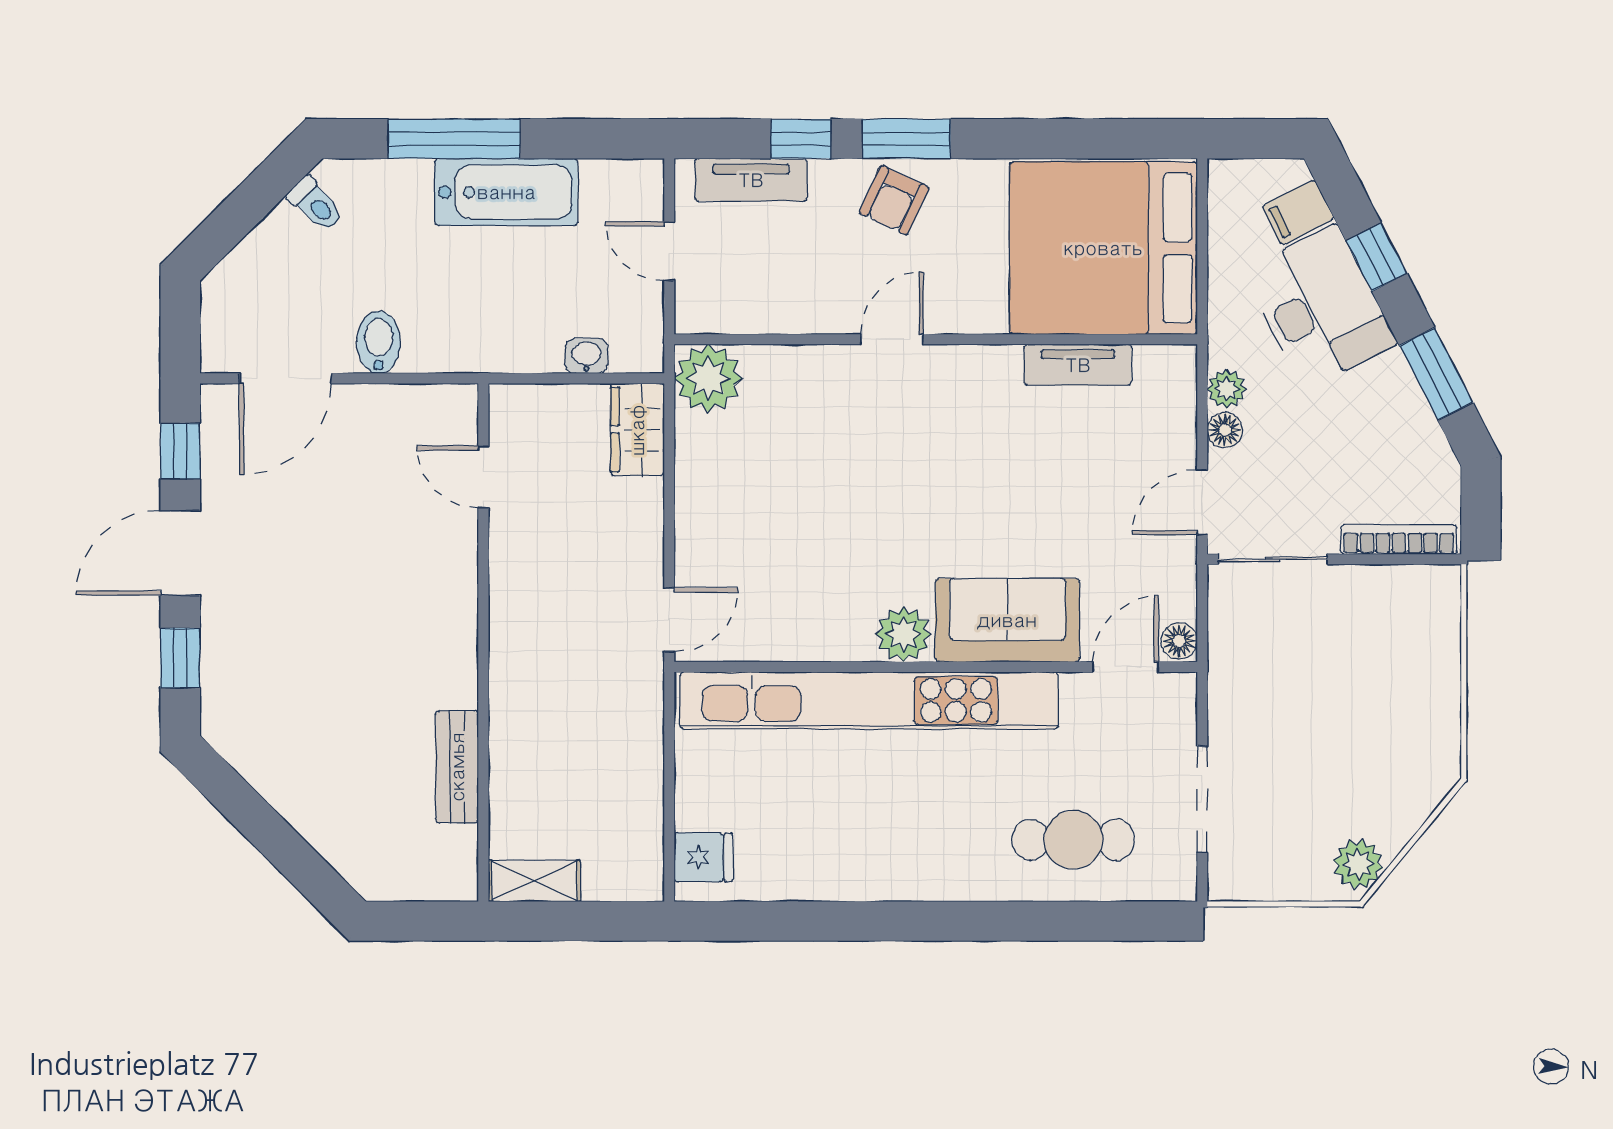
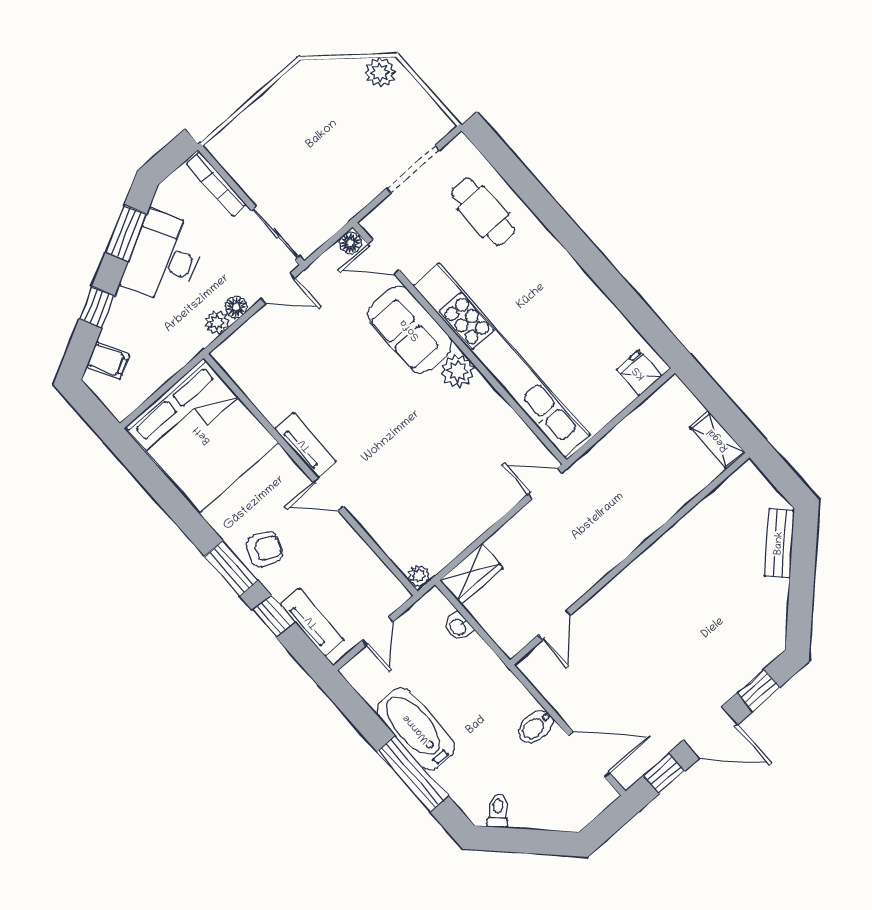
desk: (1320, 307) -> (164, 258), moved
tv unit: (1078, 365) -> (305, 445), moved
plant: (708, 378) -> (419, 576), width x0.53, depth x0.53
bench: (457, 767) -> (779, 543), moved, turned -45

